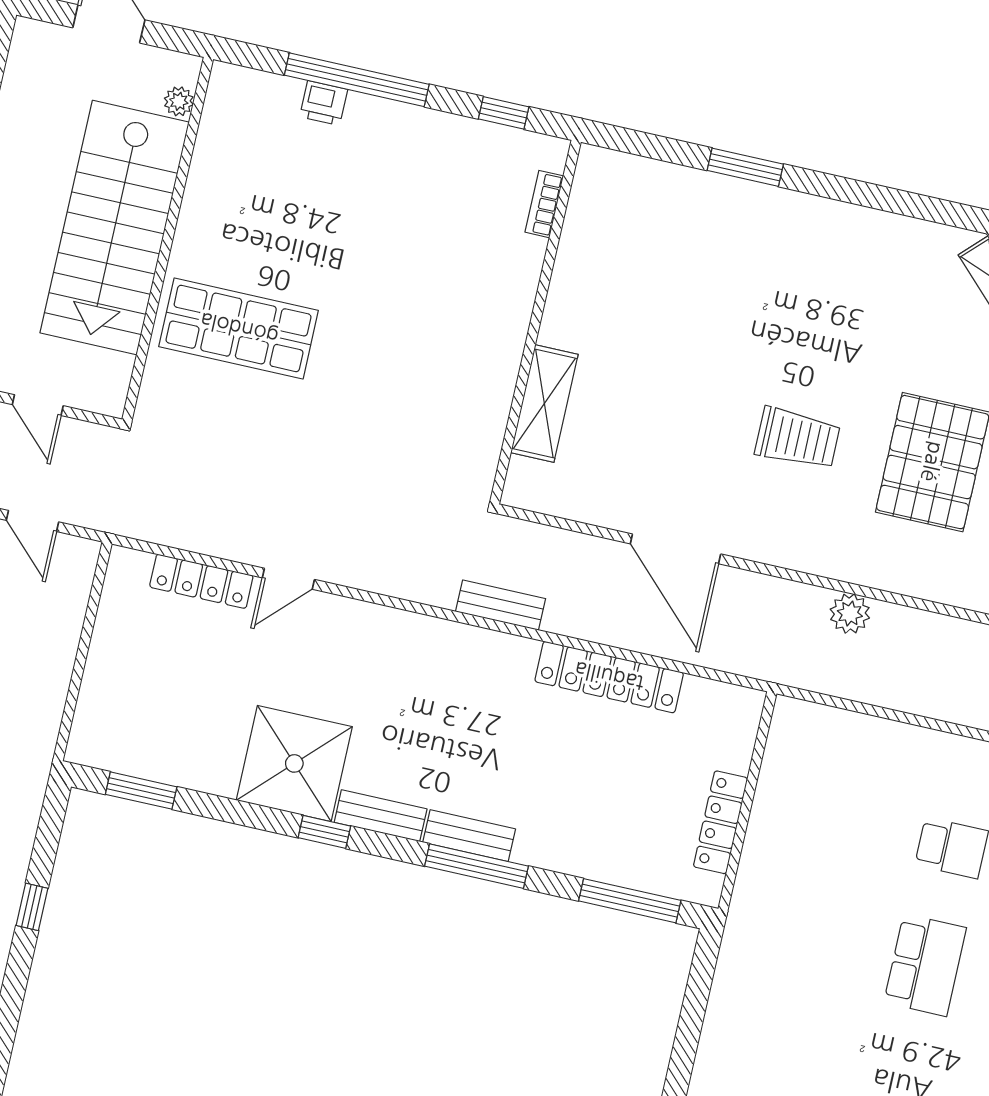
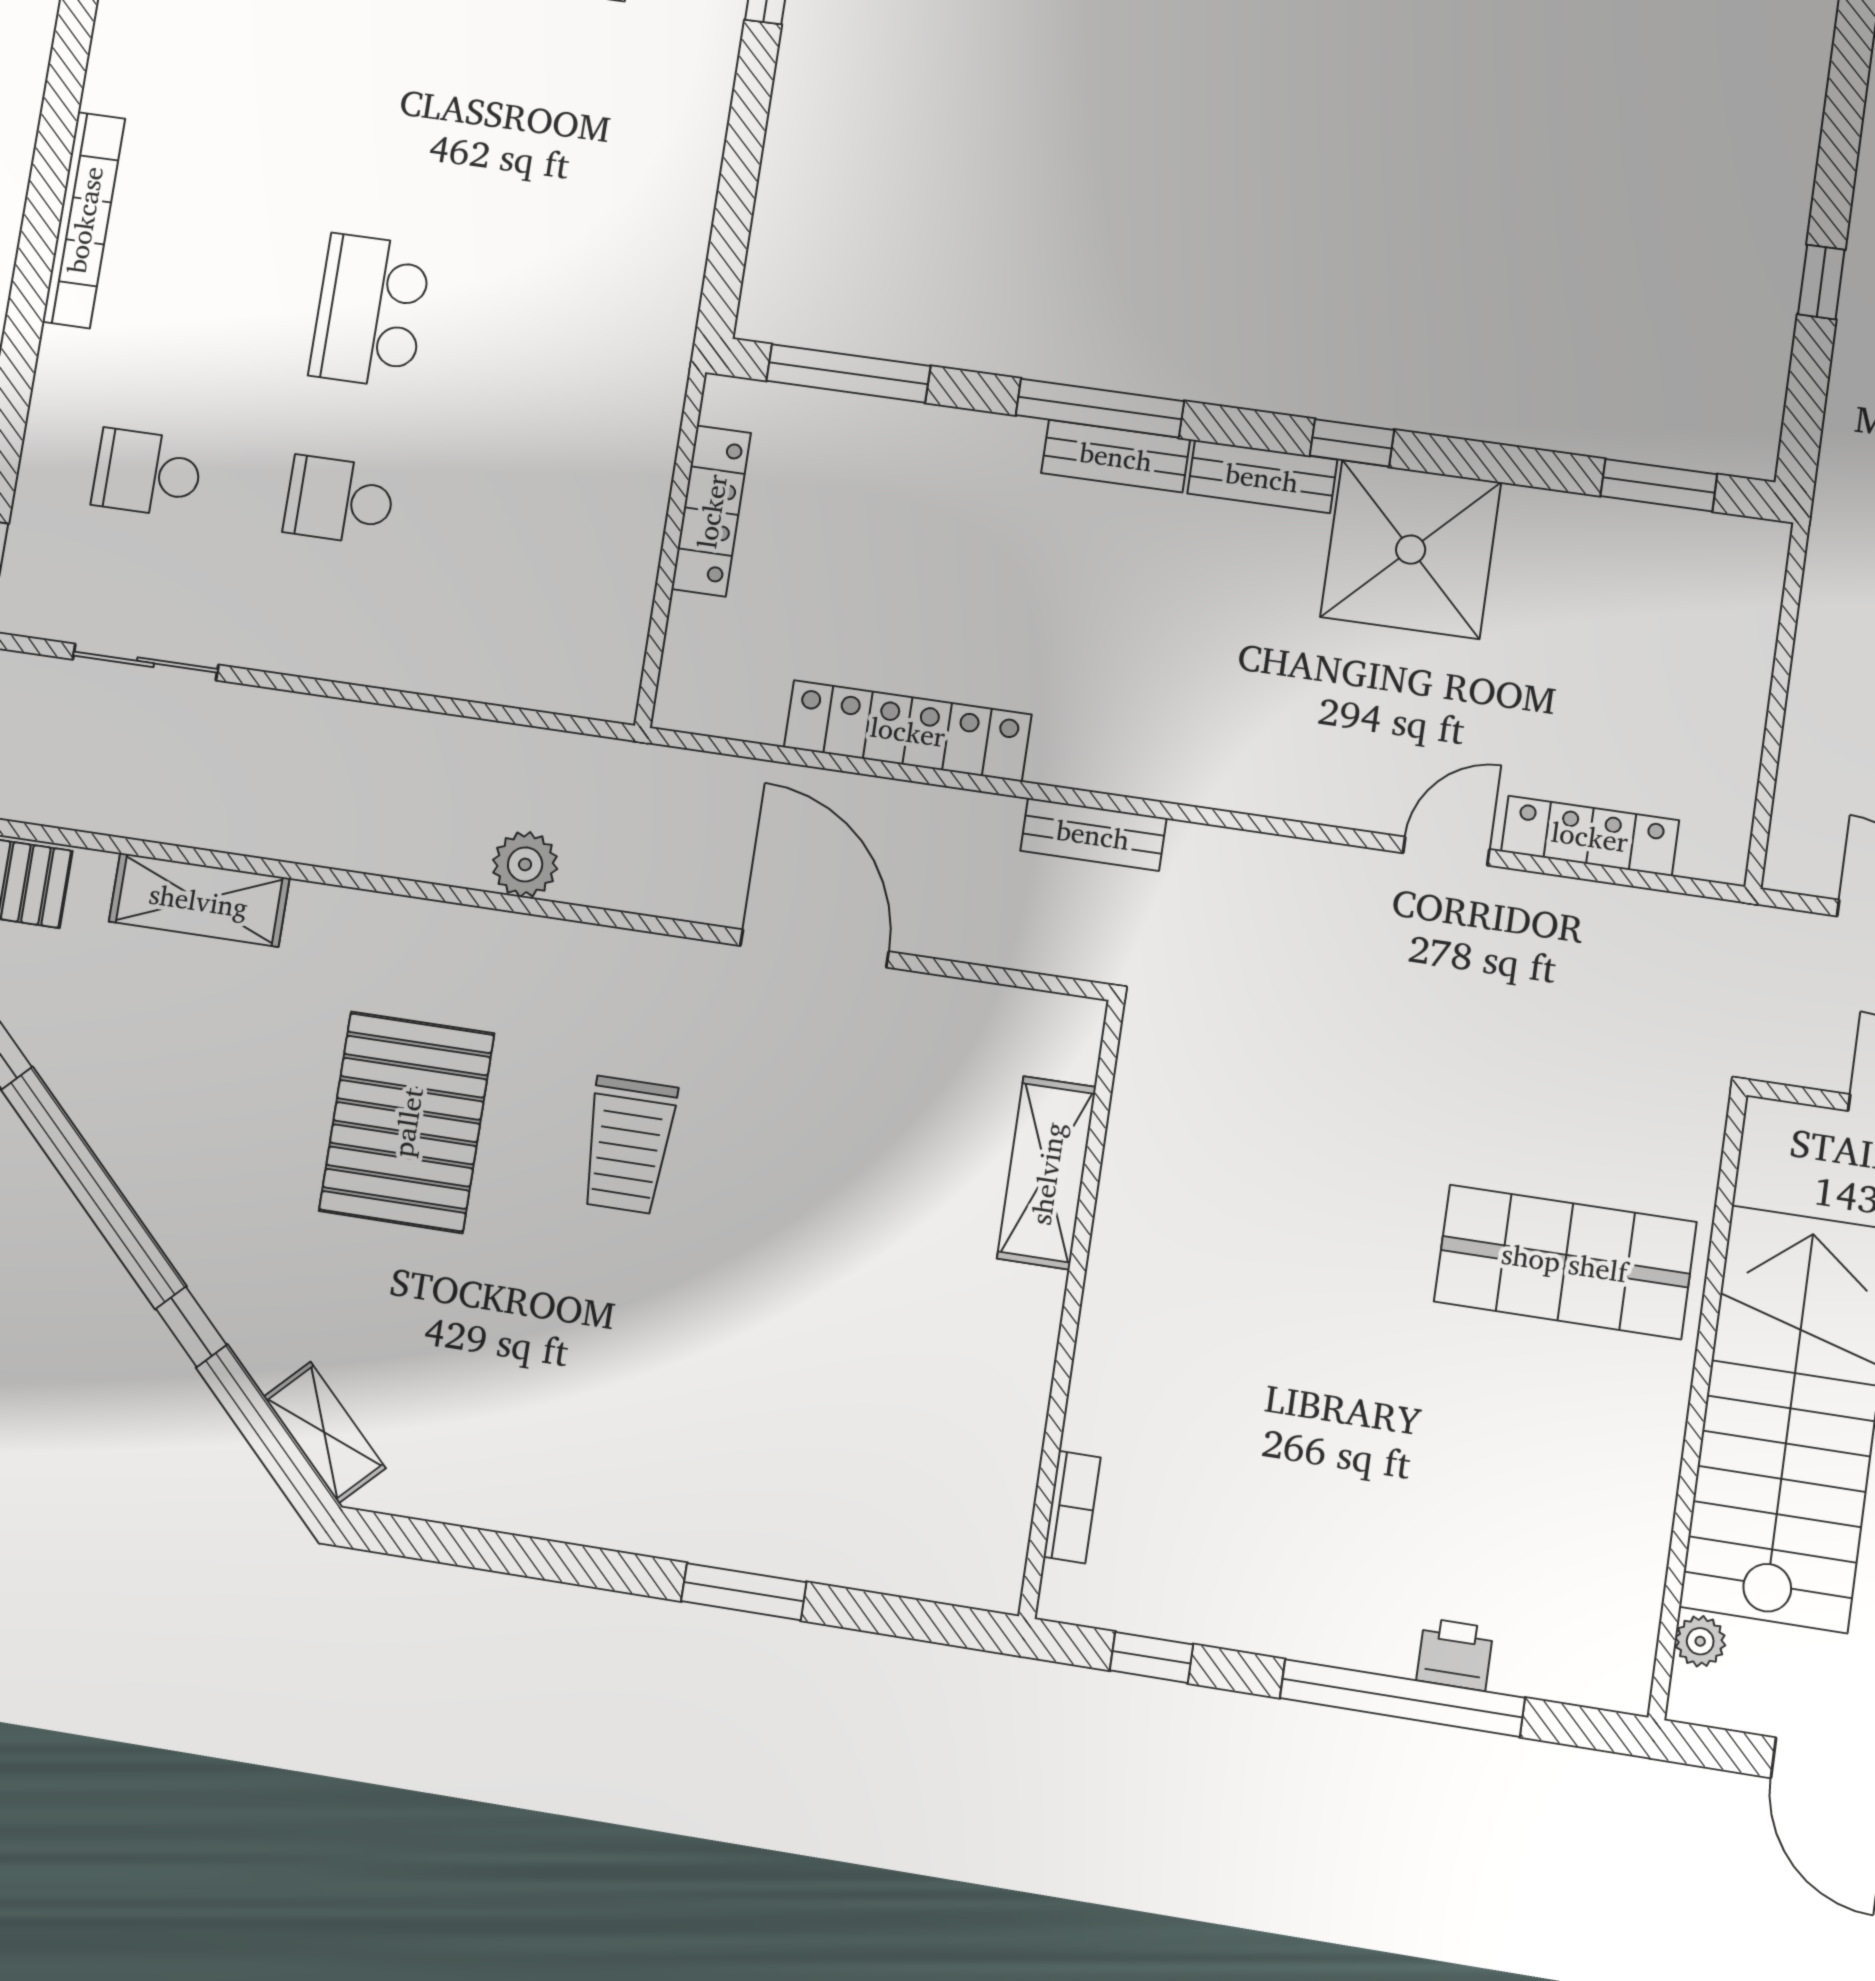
trolley: (798, 438) -> (628, 1145), turned -90

